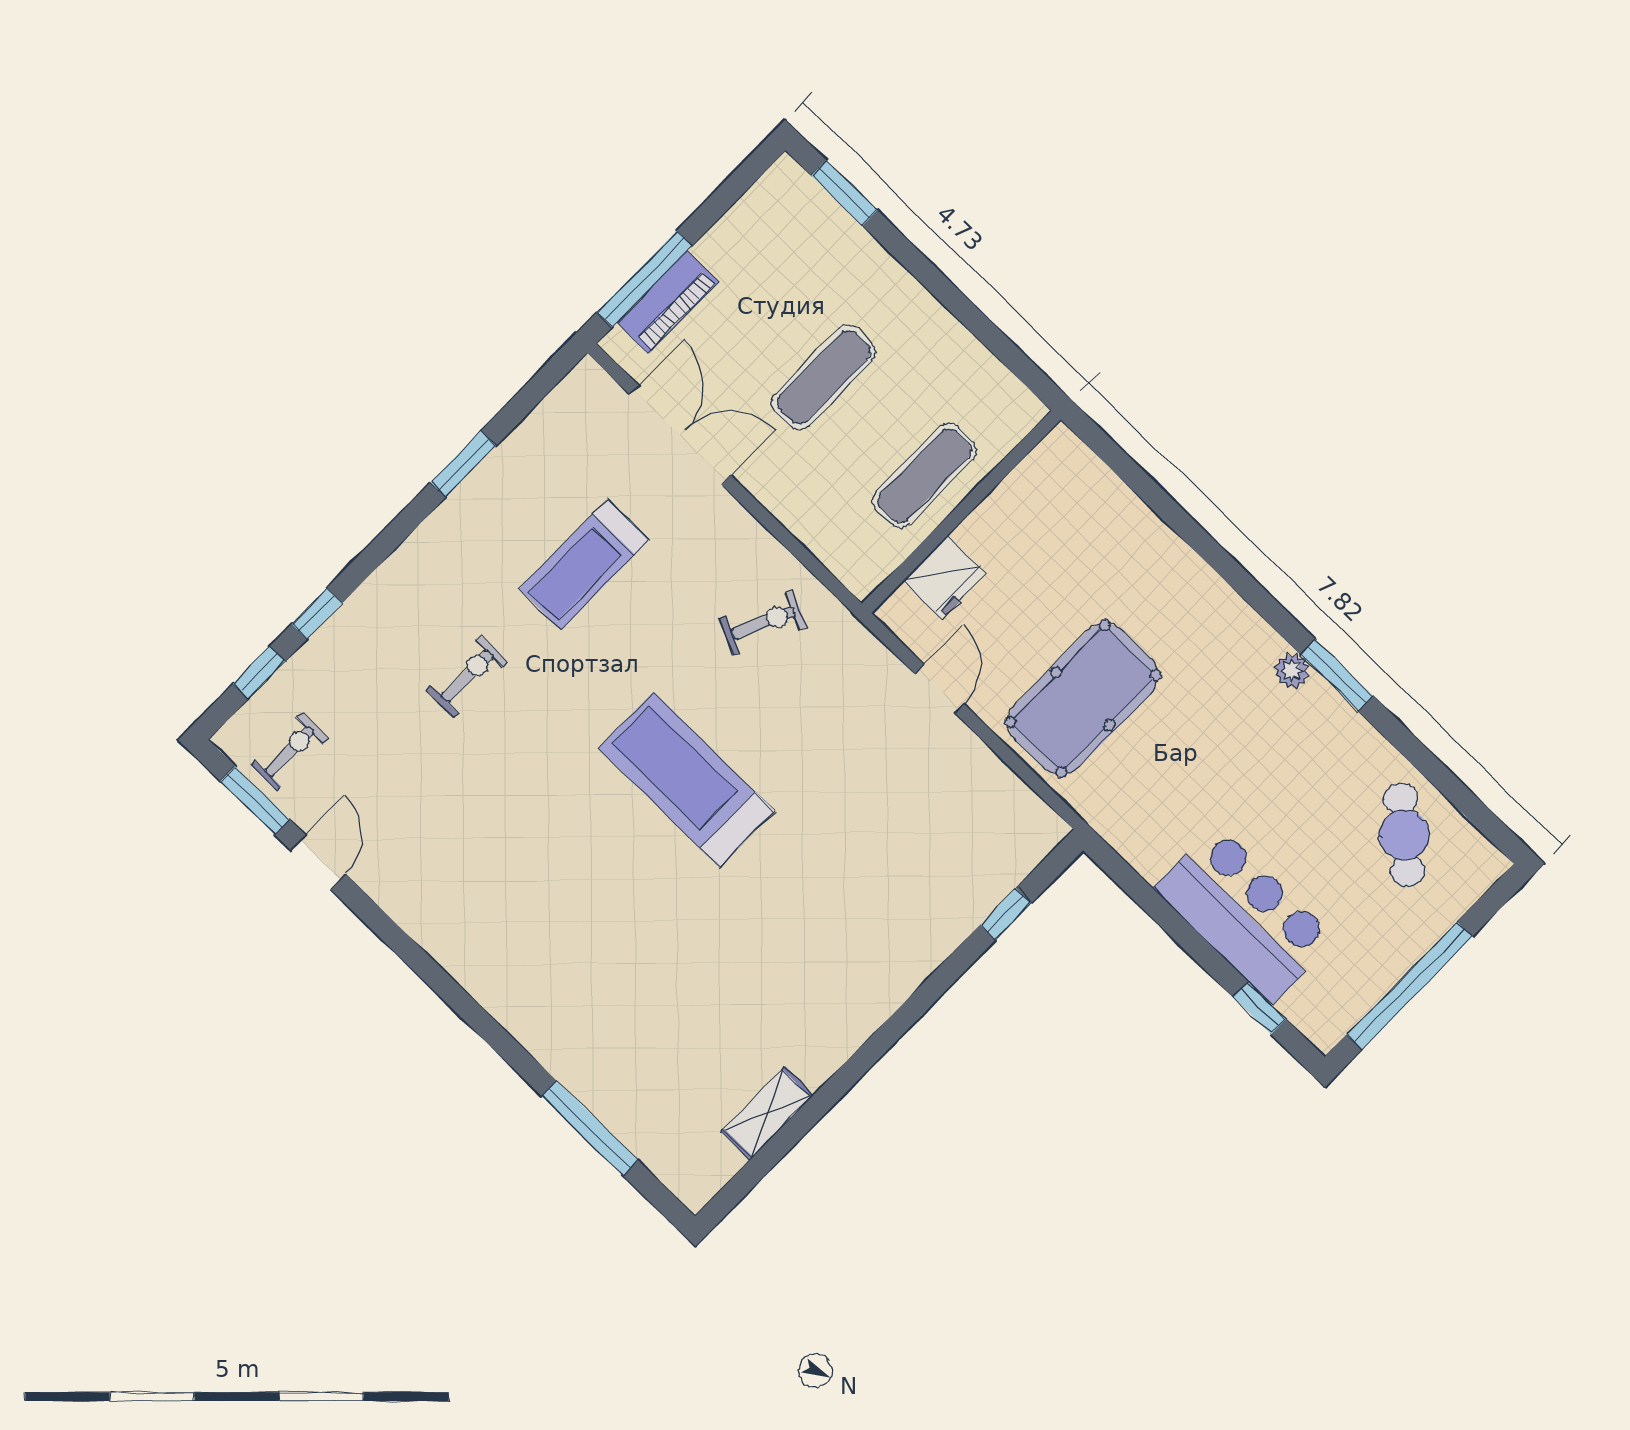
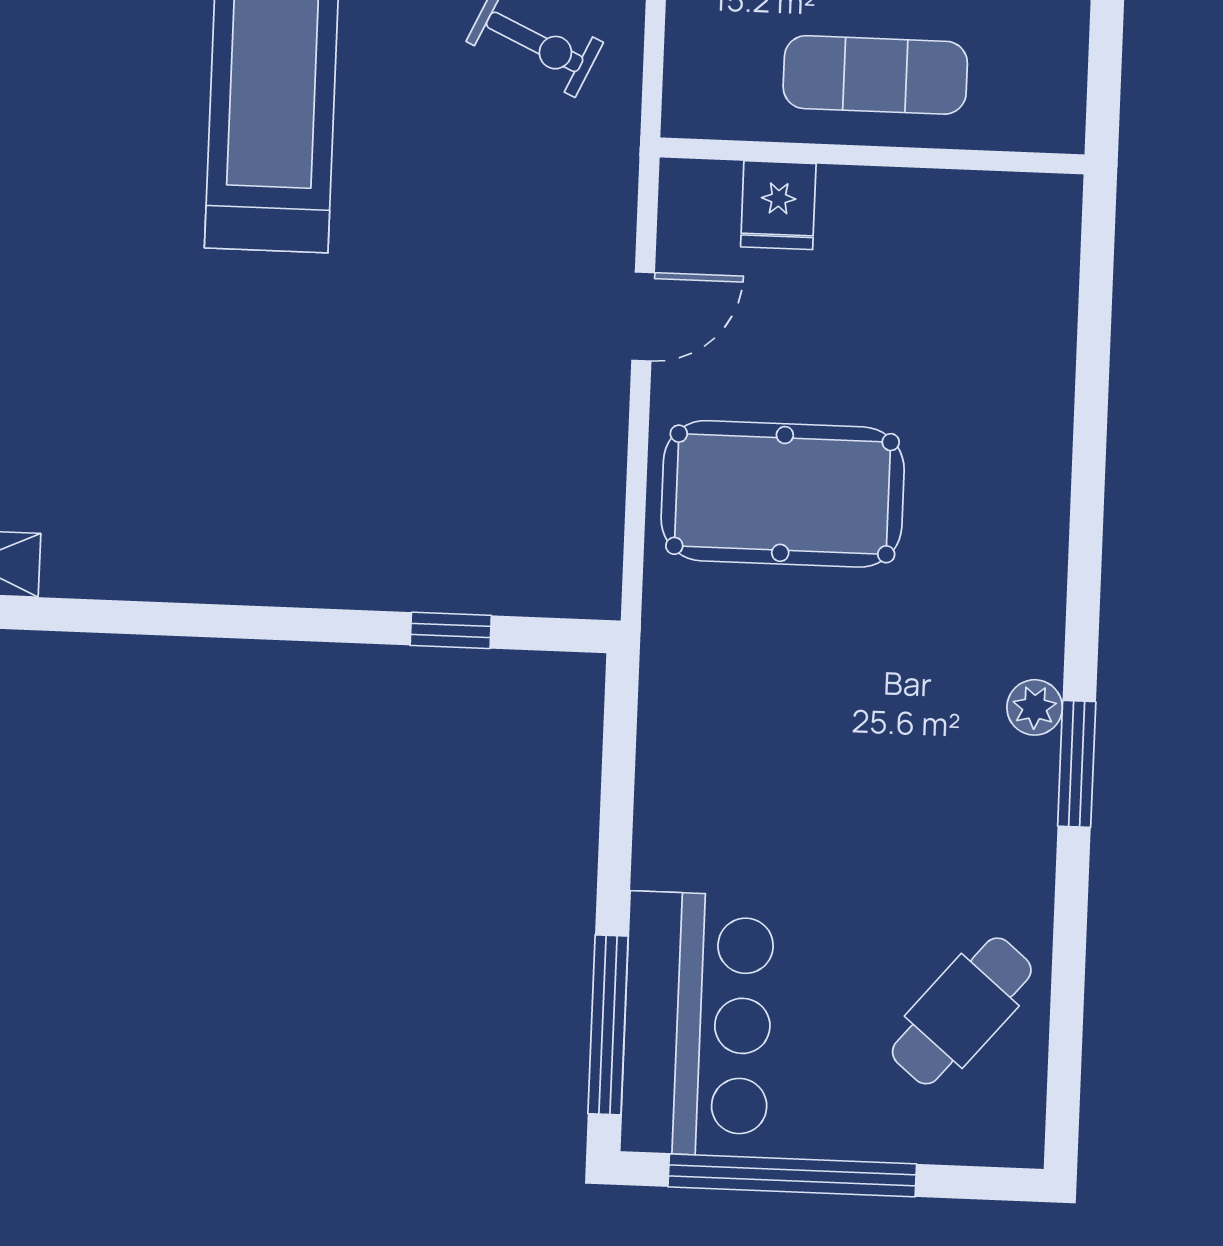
fridge: (945, 577) -> (778, 205), width x0.72
bar counter: (1245, 914) -> (697, 1024), moved
window: (1260, 1008) -> (608, 1025), width x2.17

